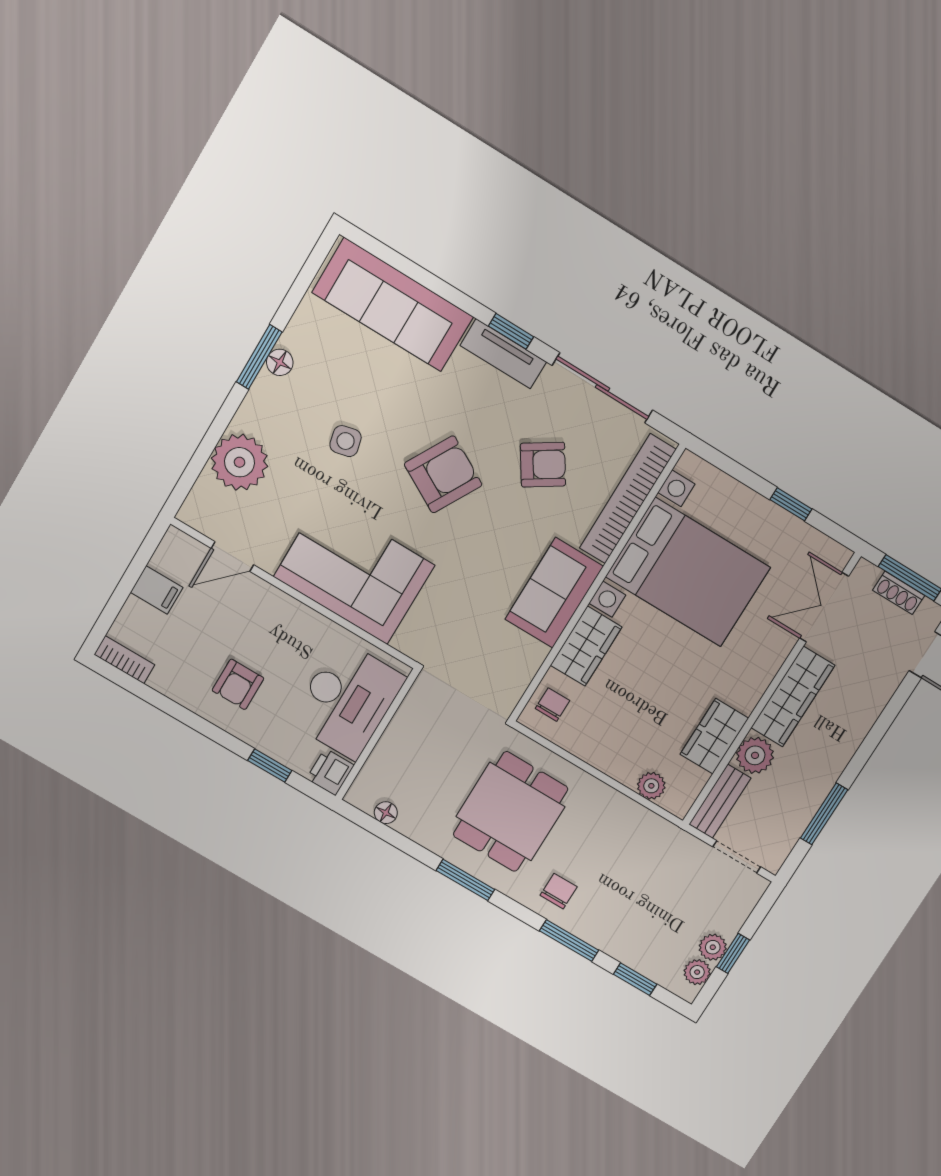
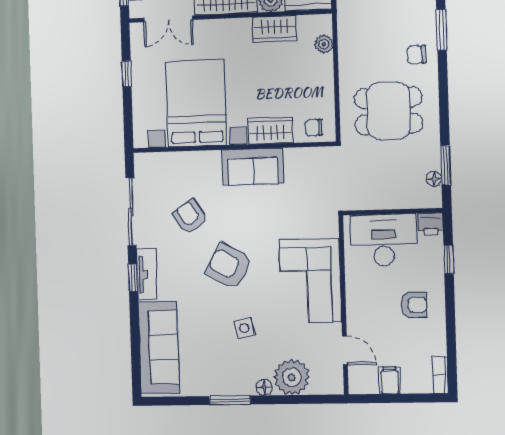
floor lamp: (280, 362) -> (264, 387), moved
bookcase: (628, 499) -> (179, 161), removed
window: (465, 880) -> (446, 165), moved

